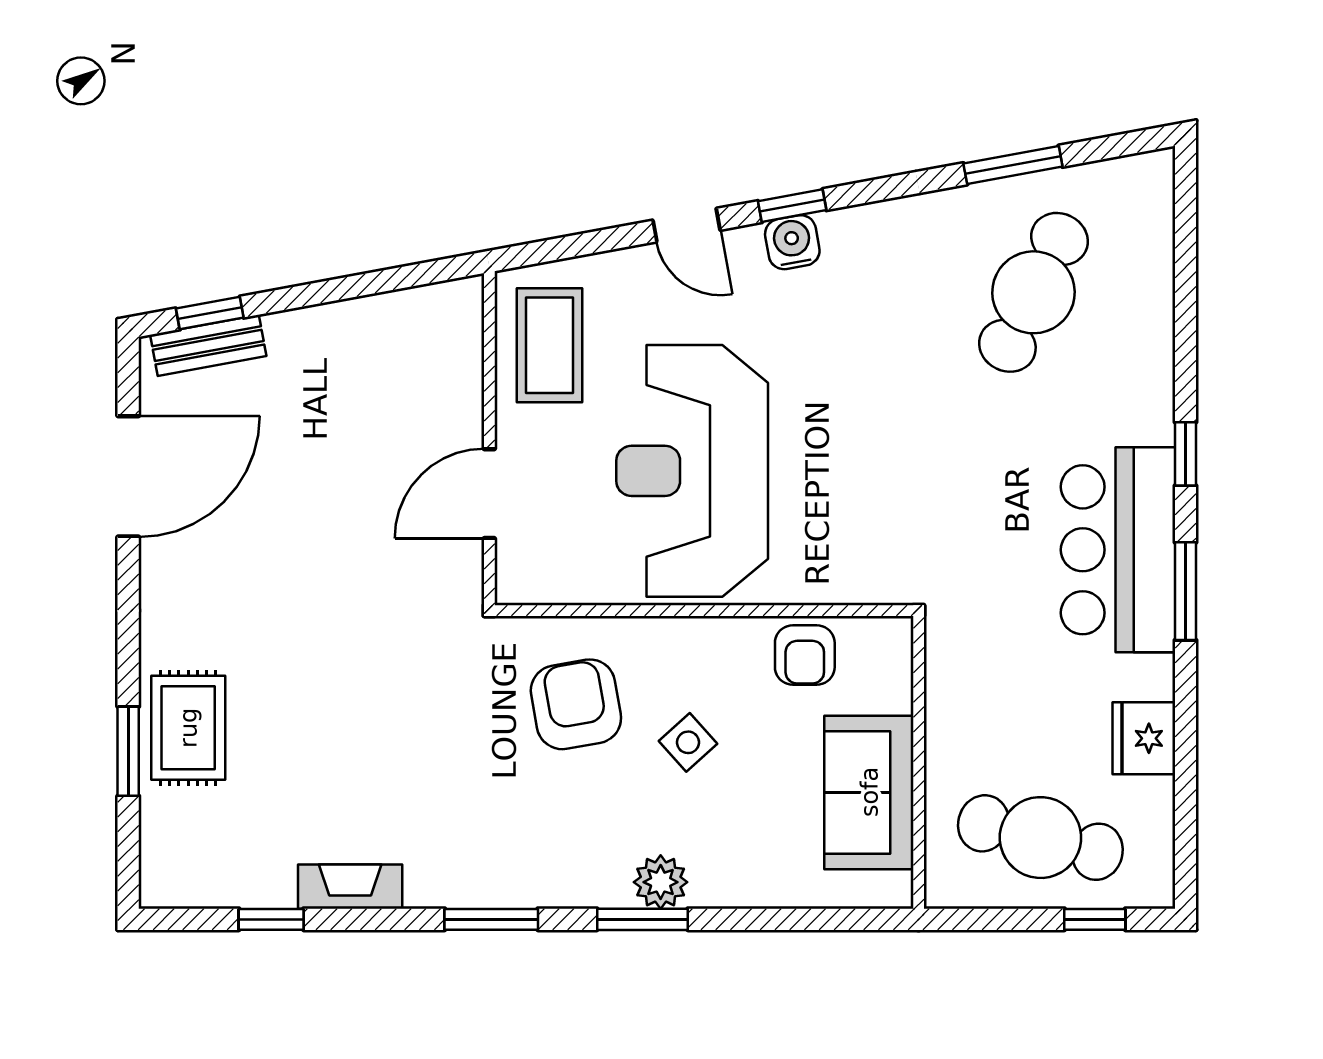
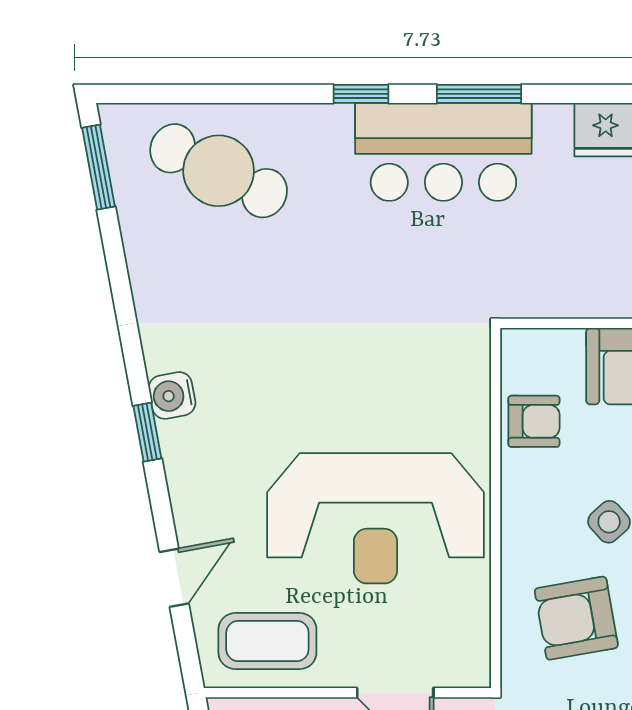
window: (1013, 165) -> (98, 167), moved
door: (686, 225) -> (174, 578), moved
water cooler: (792, 242) -> (172, 395), moved
cafe table: (1033, 292) -> (219, 171), moved

